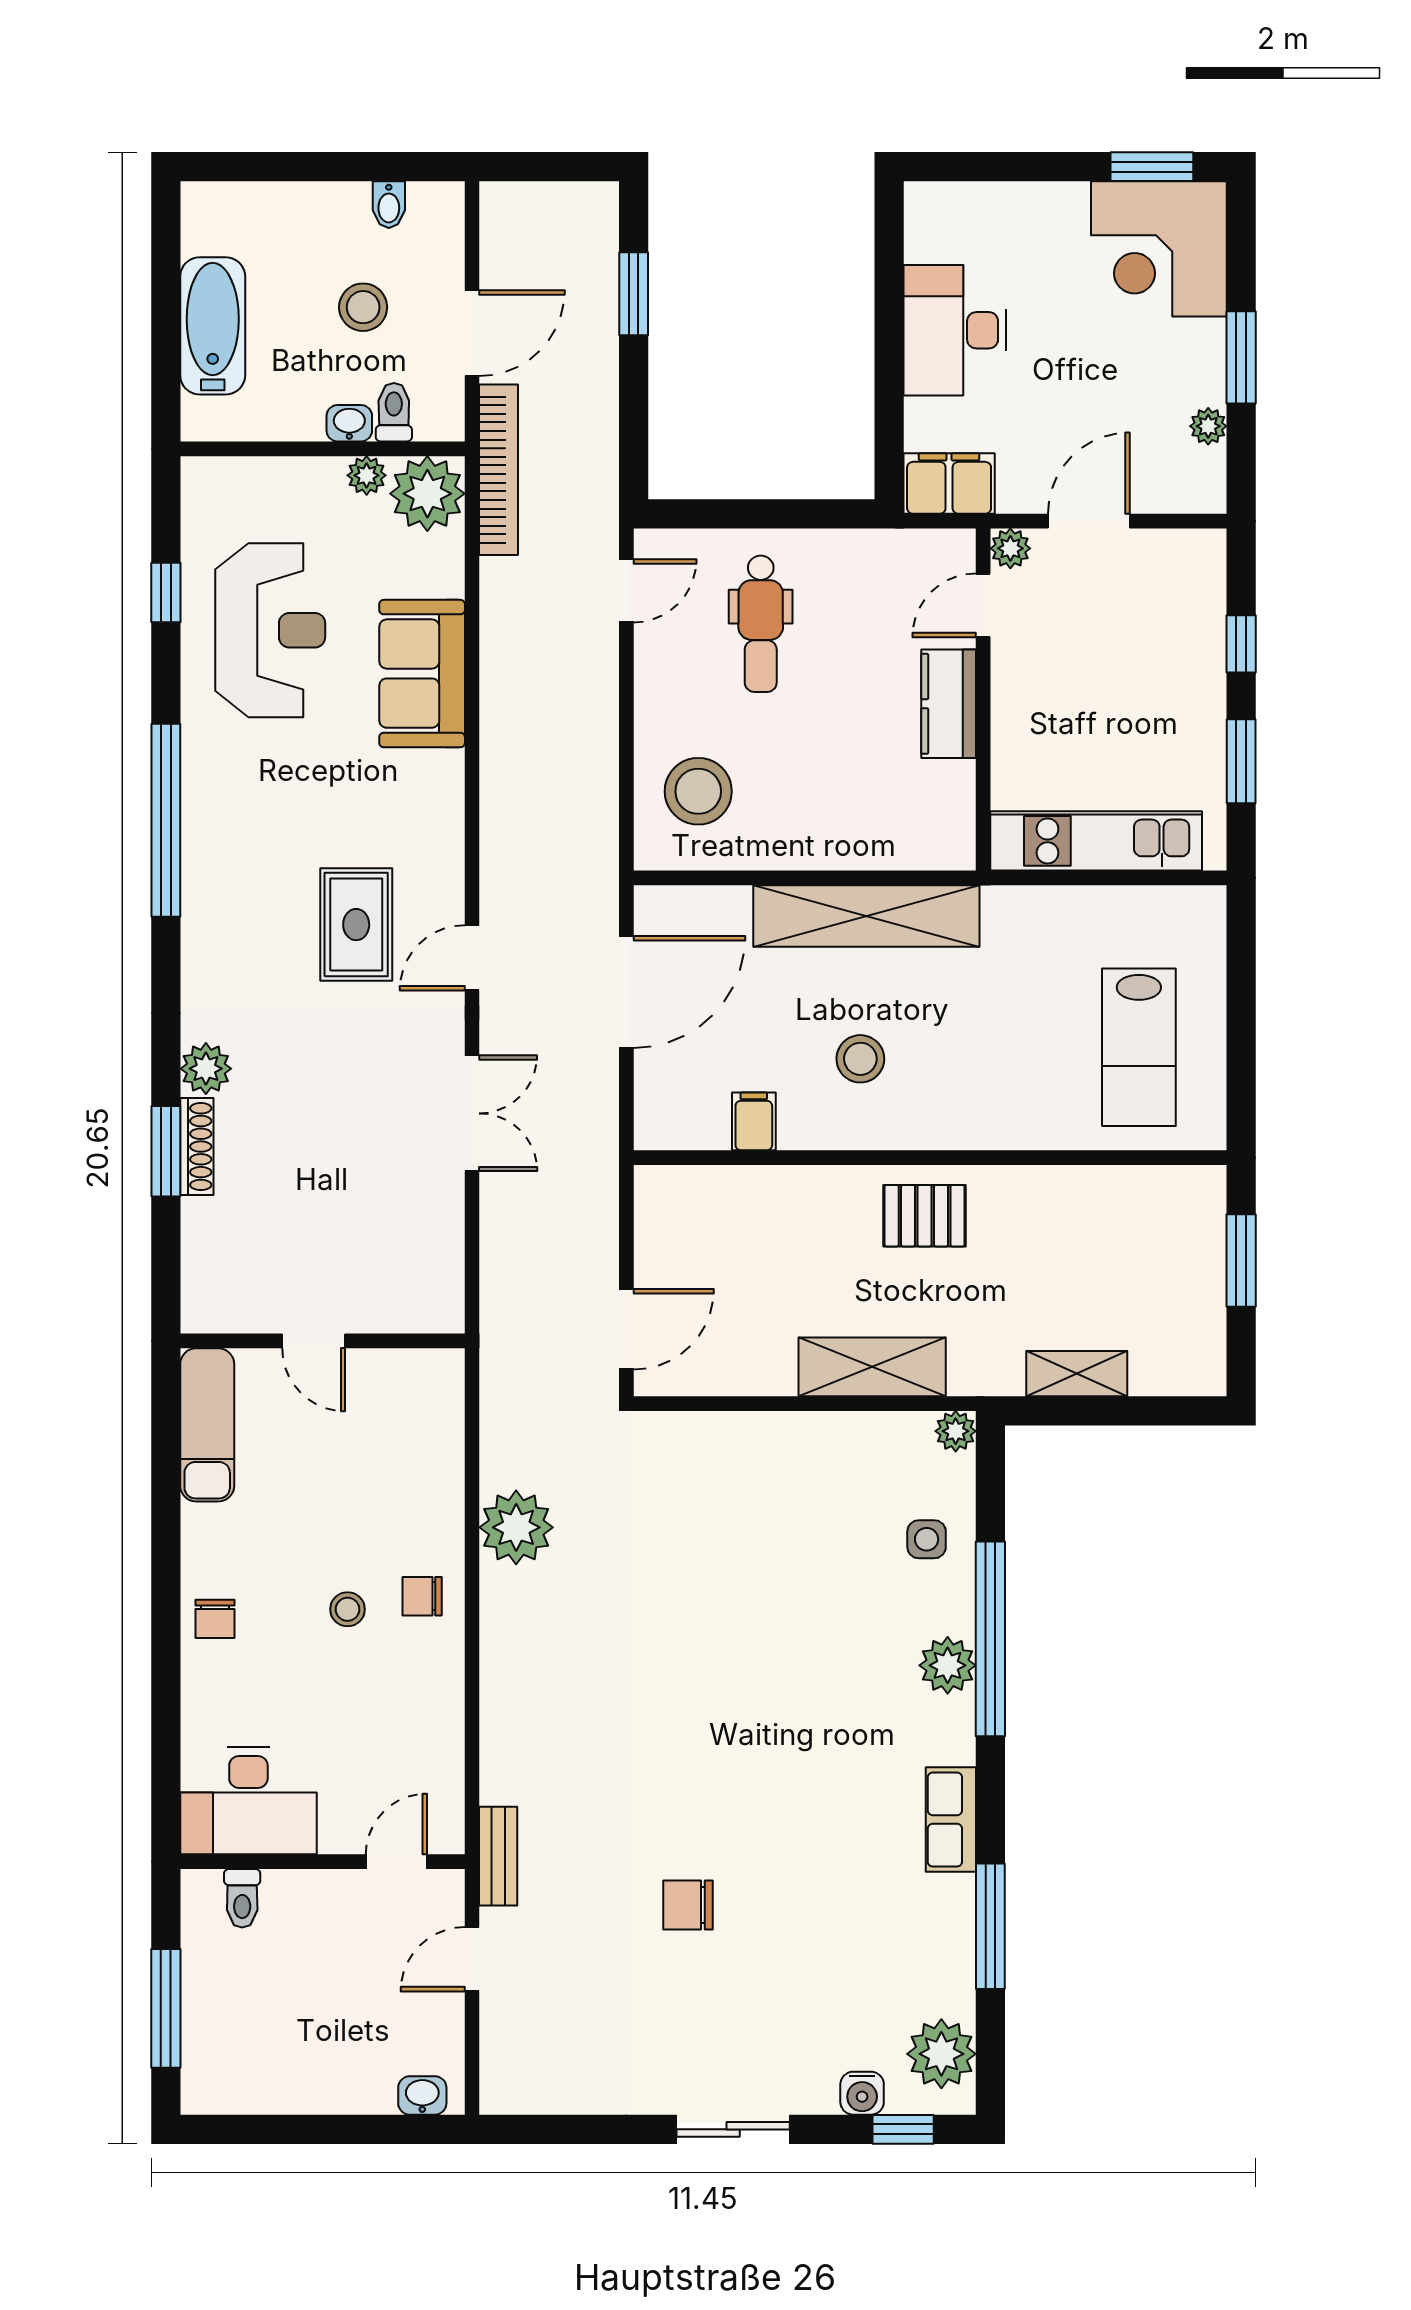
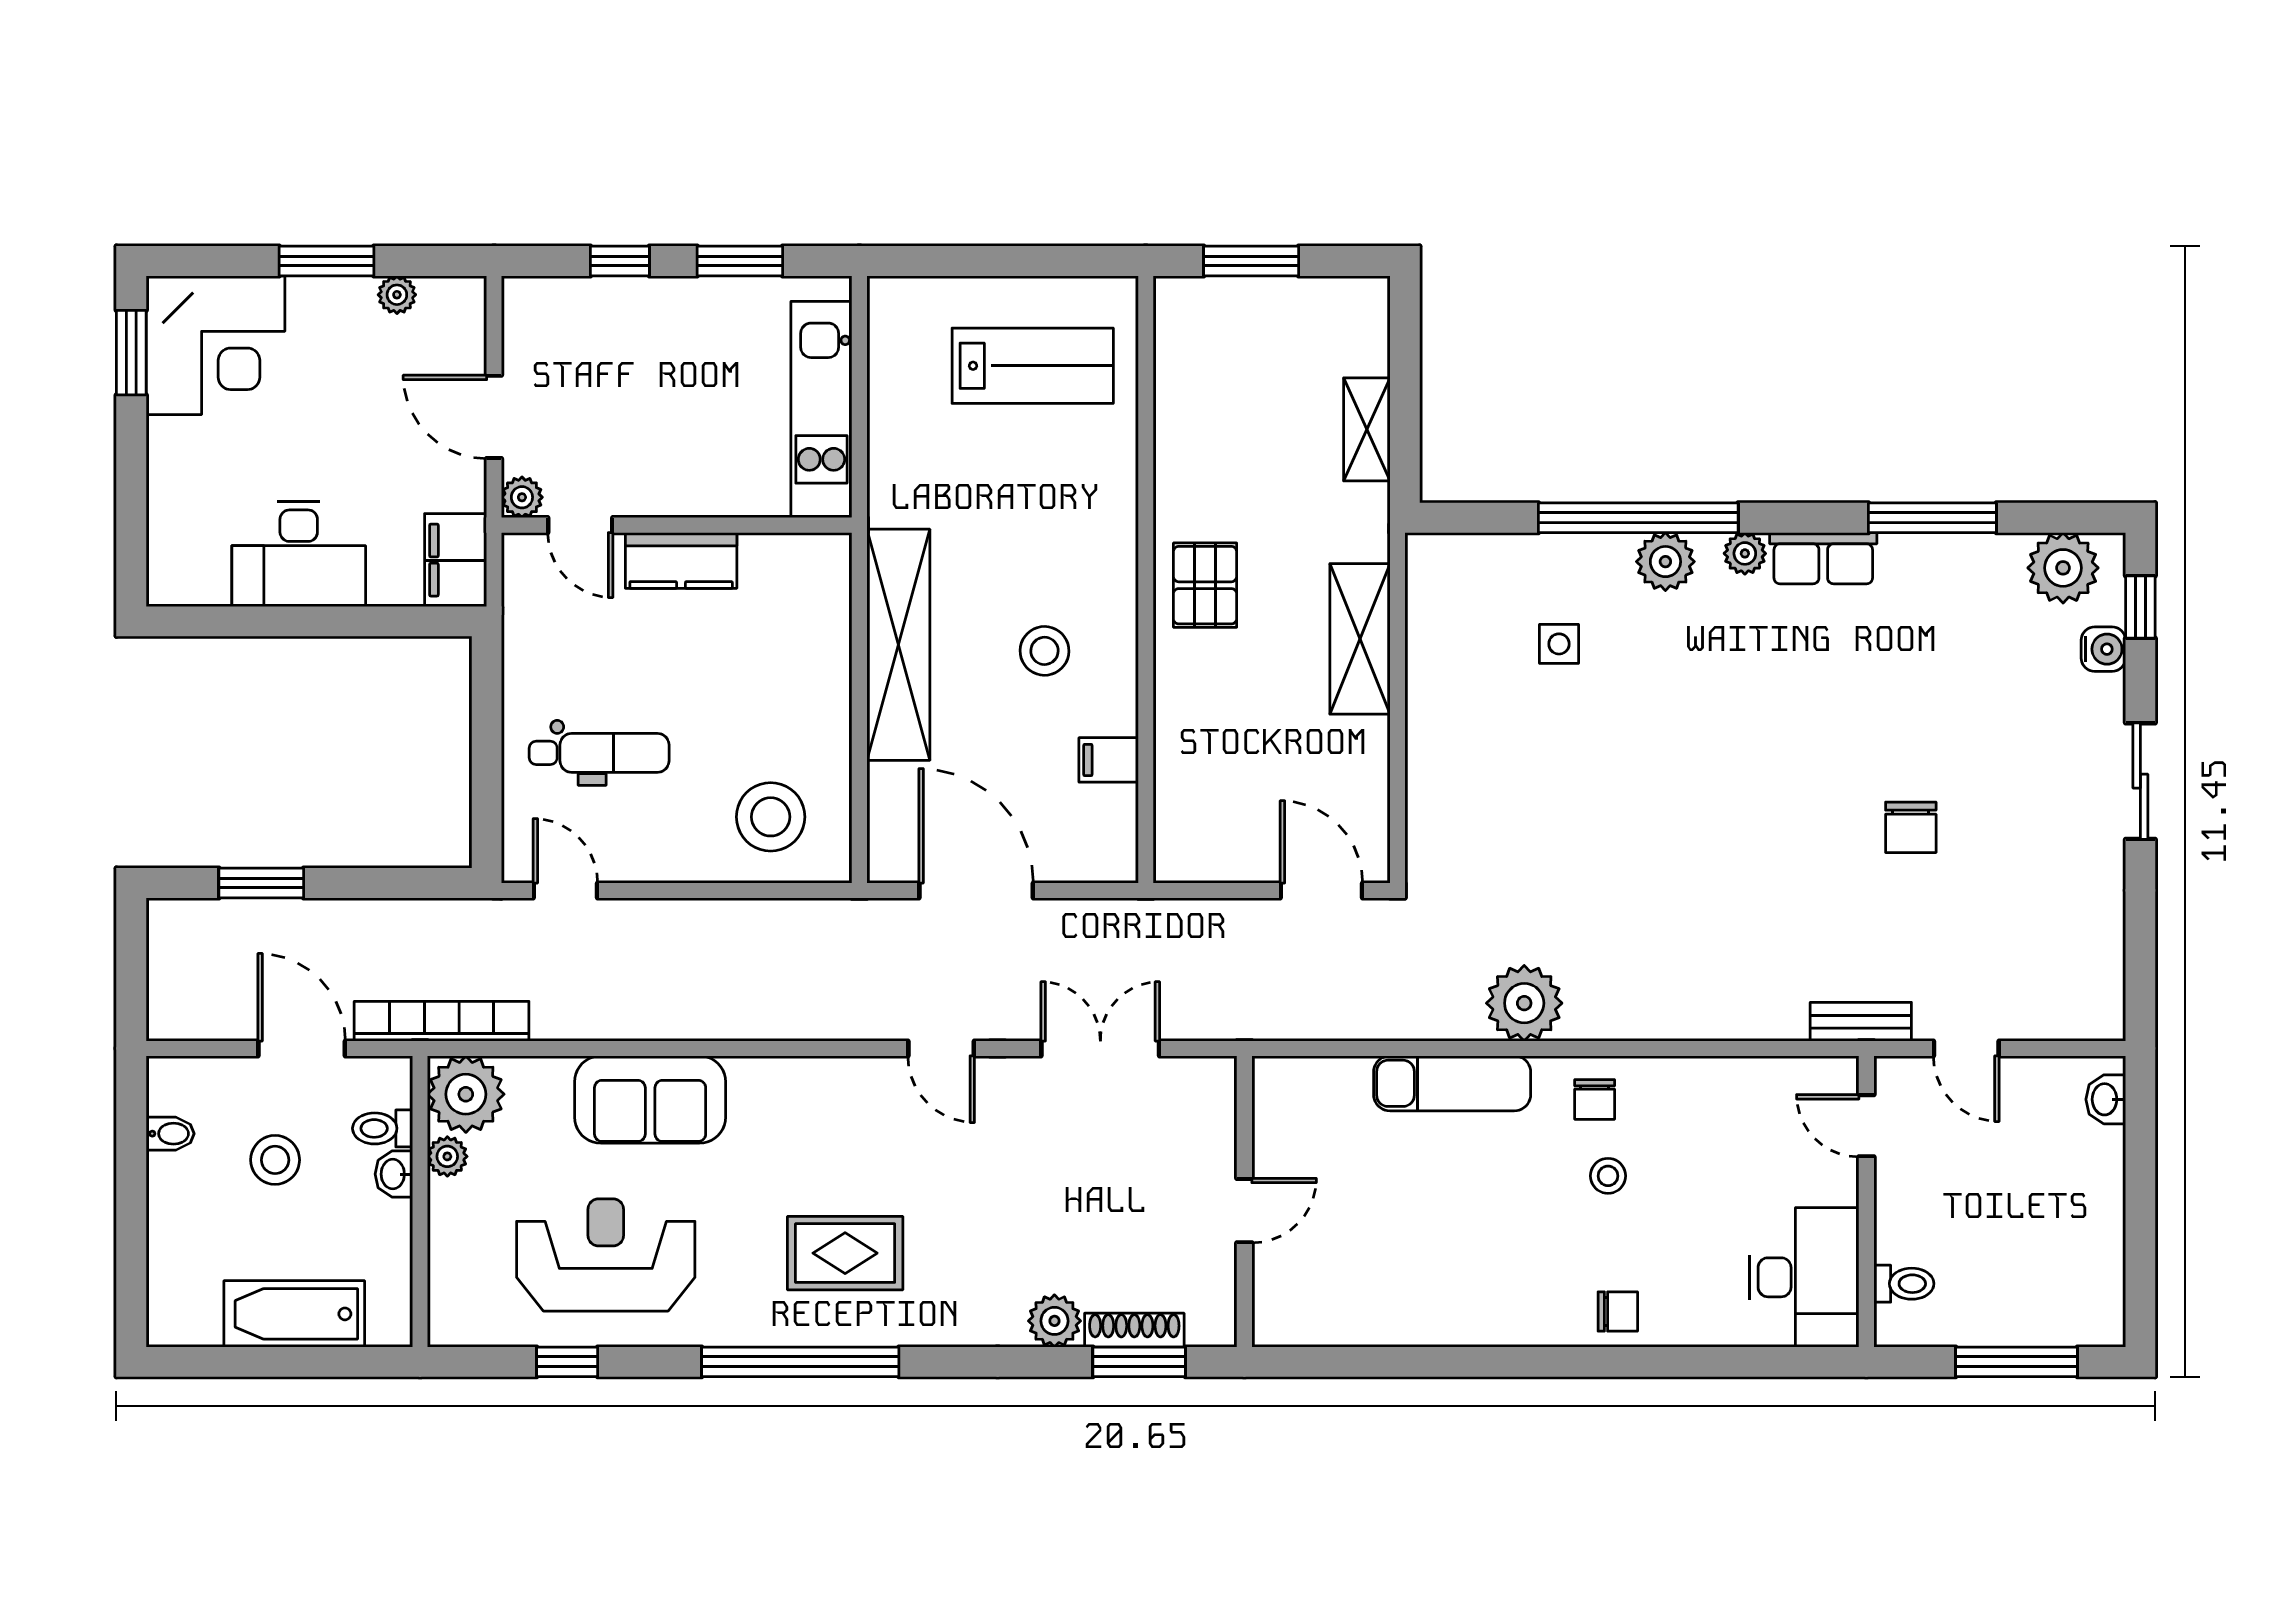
rug: (356, 925) -> (845, 1253), moved
door: (314, 1341) -> (1244, 1211), moved
wall: (323, 1341) -> (1244, 1201), moved
exam couch: (207, 1425) -> (1452, 1083), moved, turned 180
plant: (956, 1431) -> (1745, 553), moved
side table: (927, 1539) -> (1559, 644), moved

